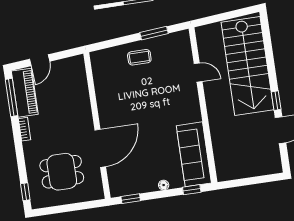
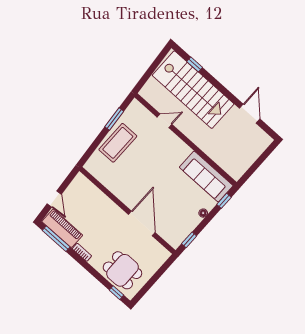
coffee table: (139, 57) -> (118, 143), width x1.86, depth x1.72
window: (276, 101) -> (195, 64), moved
dining table: (62, 172) -> (122, 270), moved, turned 90

